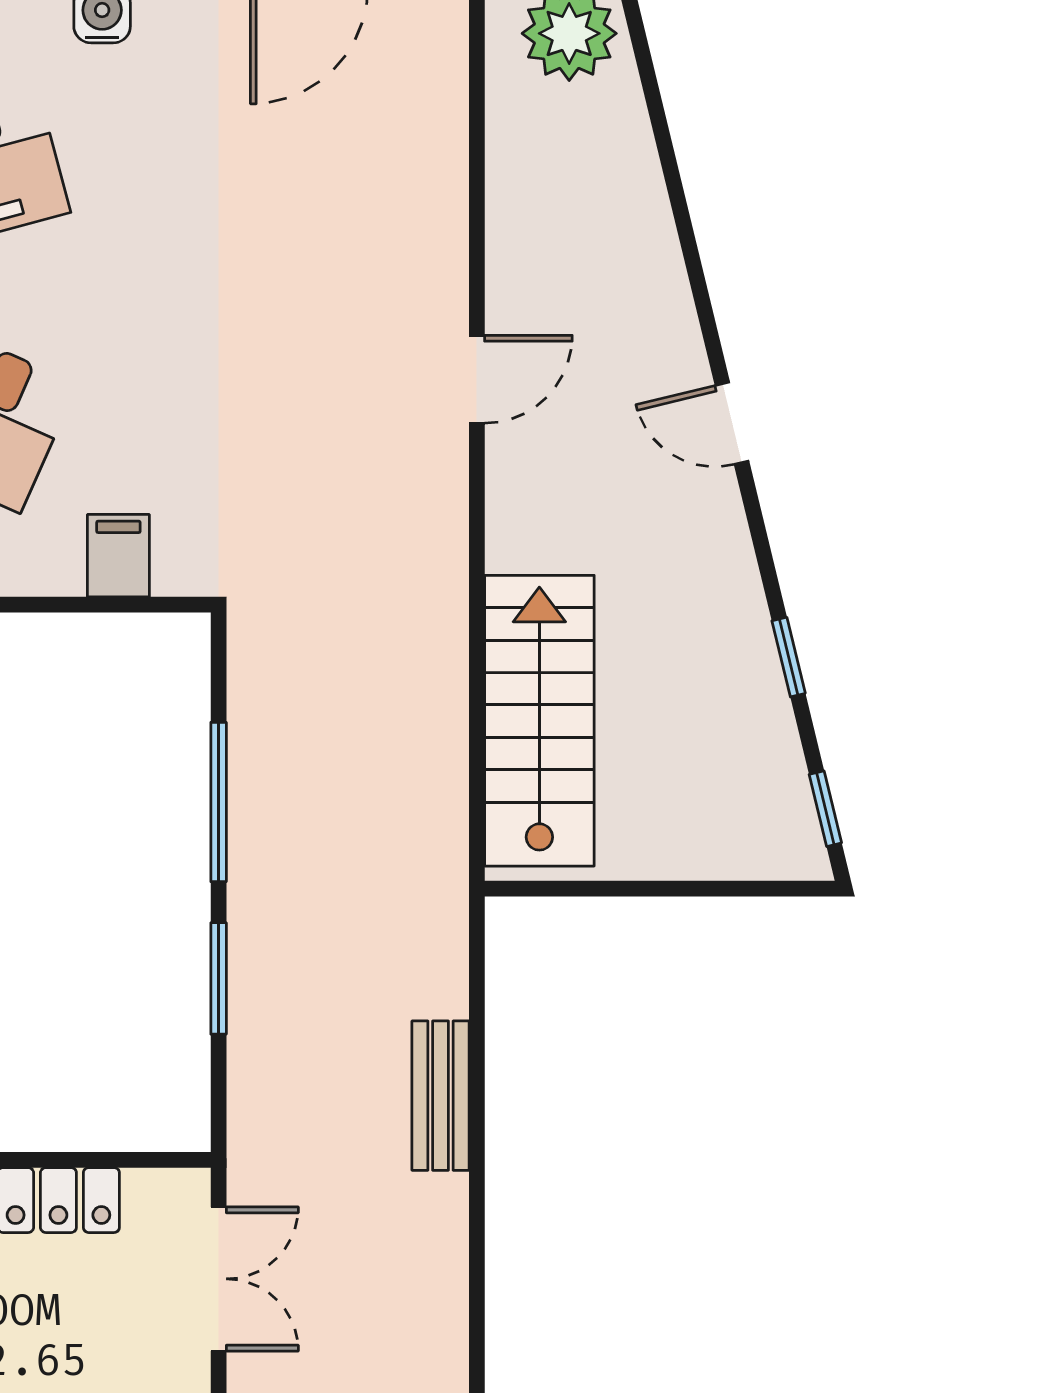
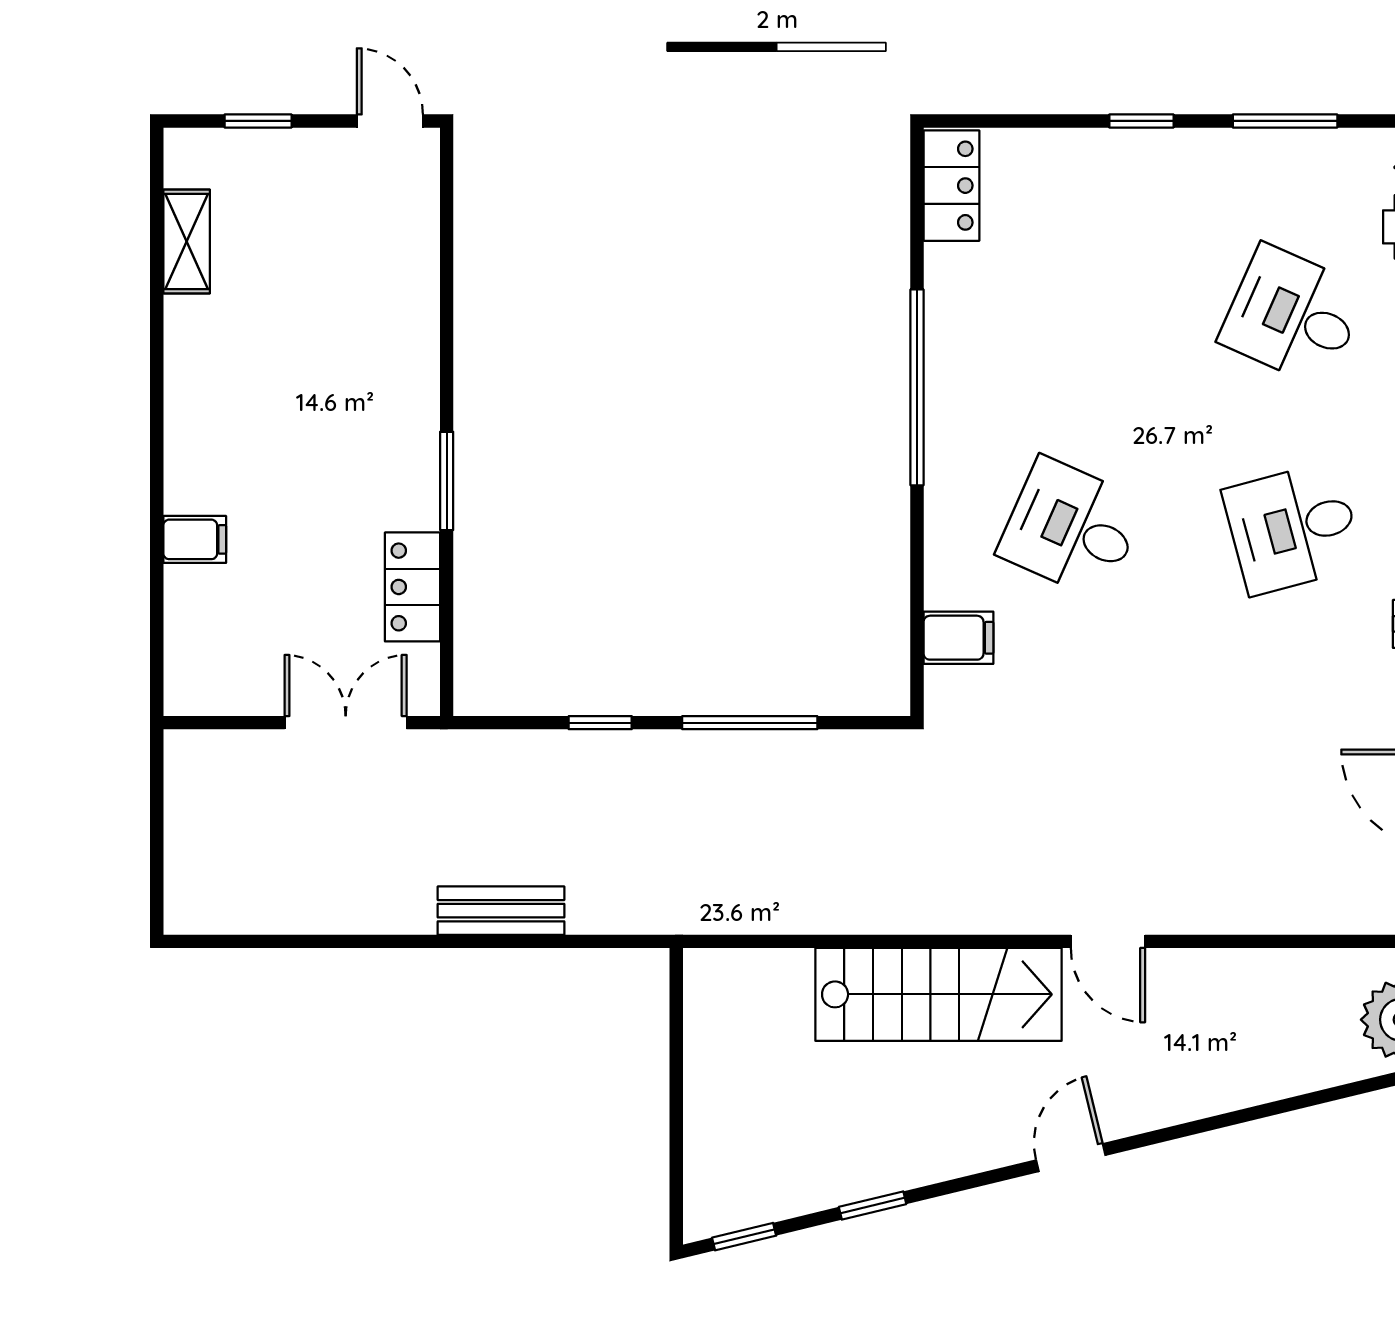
stairs: (539, 721) -> (938, 994), moved
window: (219, 978) -> (600, 723), width x0.67
double door: (219, 1279) -> (346, 723), swing flipped

